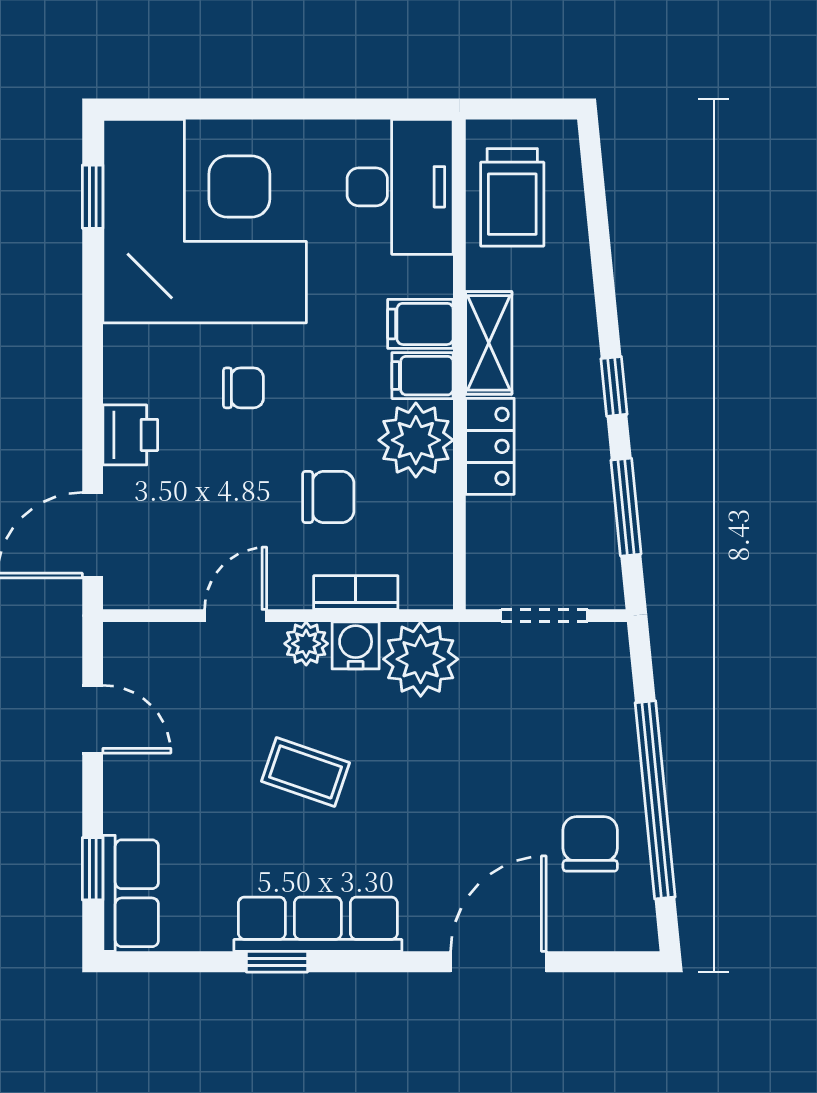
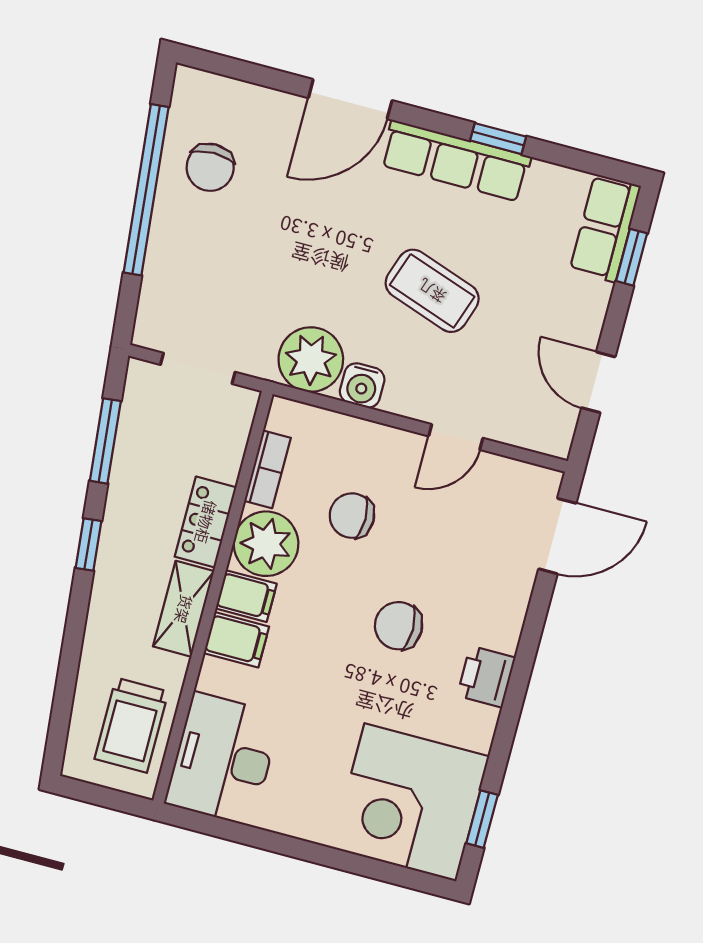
trolley: (512, 197) -> (131, 725), turned 180
corner desk: (205, 221) -> (410, 802), width x0.74, depth x0.74
chair: (243, 388) -> (399, 626), width x1.37, depth x1.37
printer: (130, 435) -> (486, 677), moved
bookcase: (356, 593) -> (268, 469), moved, turned -90
plant: (306, 644) -> (403, 398), removed
coffee table: (305, 772) -> (432, 291), width x1.36, depth x1.30
door: (498, 962) -> (350, 99), moved

